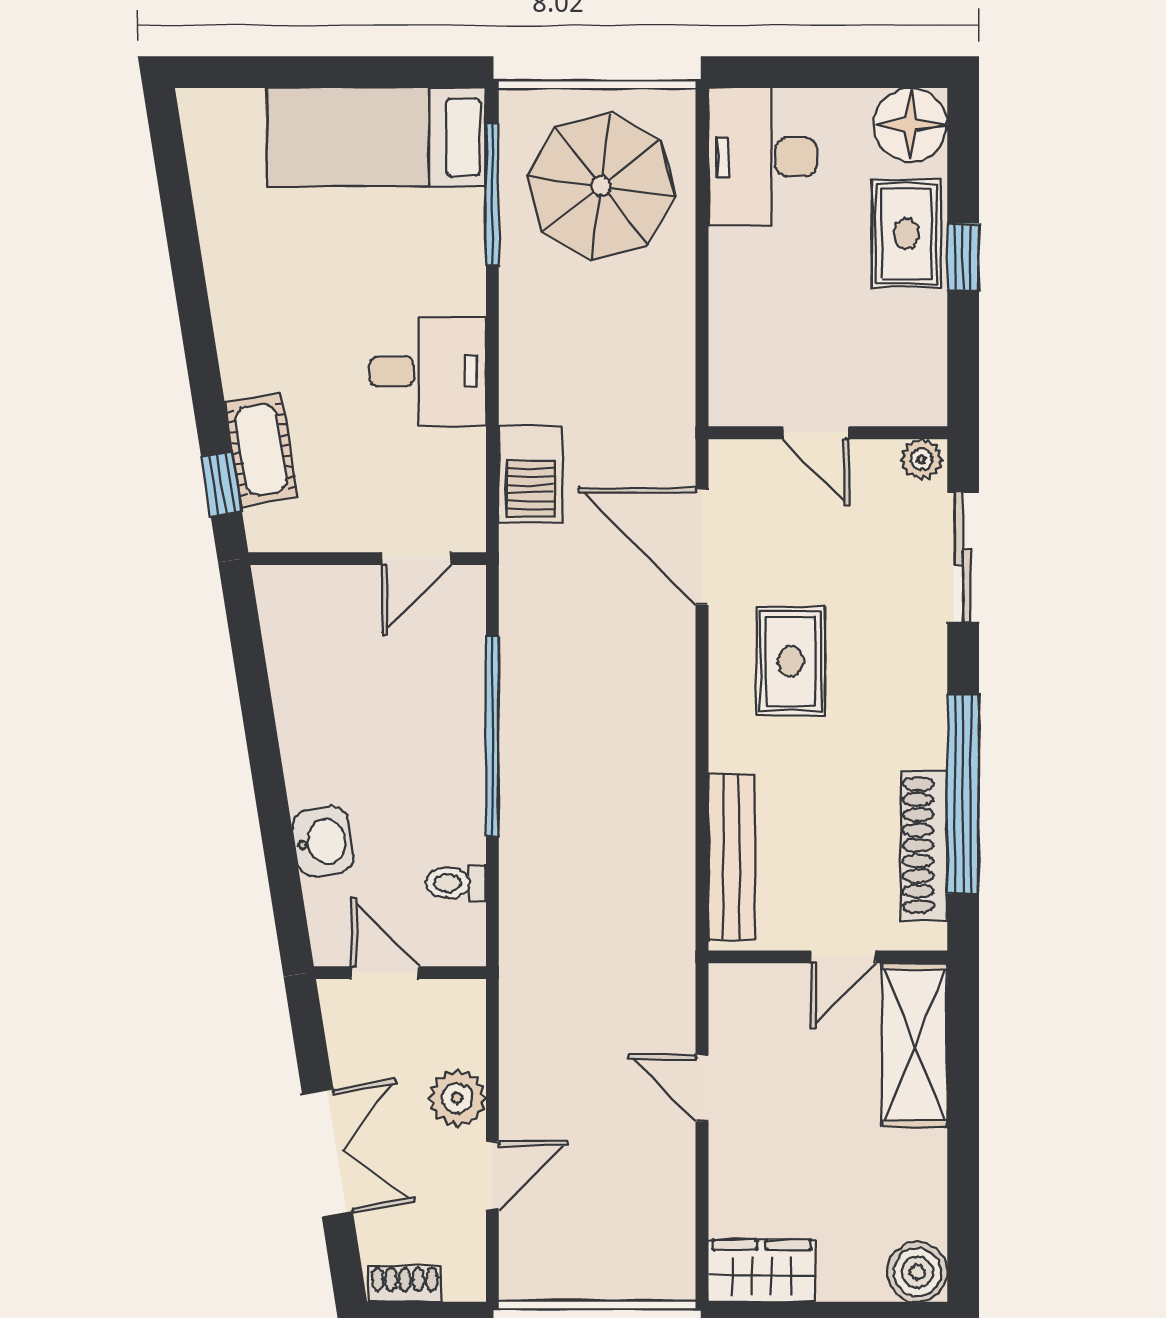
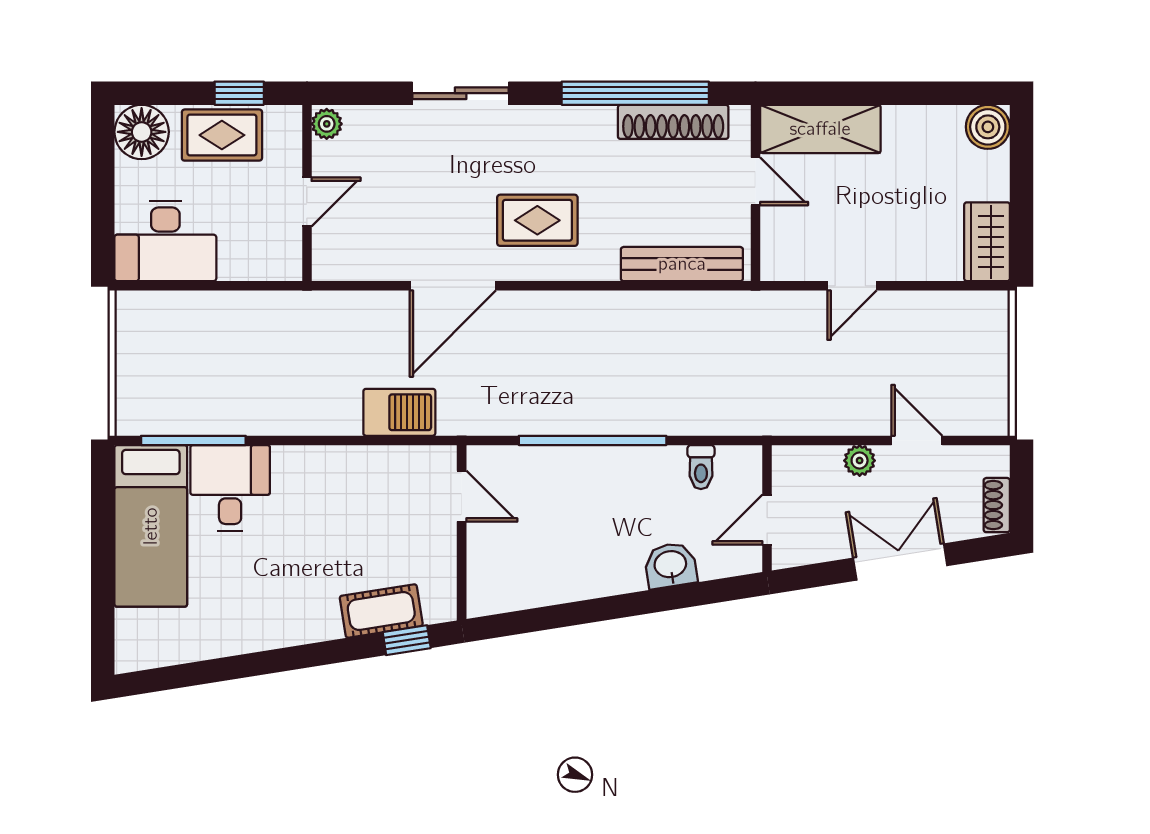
parasol: (601, 186) -> (187, 360), removed
desk: (428, 371) -> (230, 488), moved
door: (816, 433) -> (307, 202), moved
wall: (828, 433) -> (307, 193), moved
plant: (921, 460) -> (327, 124), moved
plant: (457, 1098) -> (860, 461), width x0.73, depth x0.73

